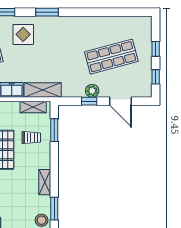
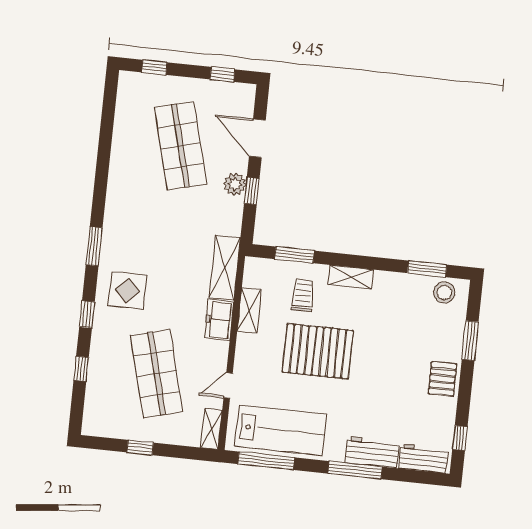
window: (156, 49) -> (154, 67), moved
door: (120, 101) -> (257, 138), swing flipped
shelving: (33, 107) -> (249, 310), moved
shelving: (45, 182) -> (351, 277), moved

